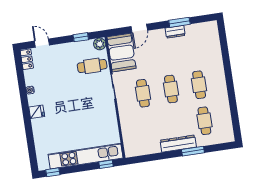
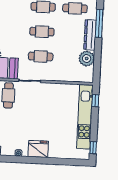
fridge: (37, 112) -> (38, 149), width x1.88, depth x1.34
plant: (151, 145) -> (87, 59), added
window: (193, 151) -> (99, 24), width x1.44

